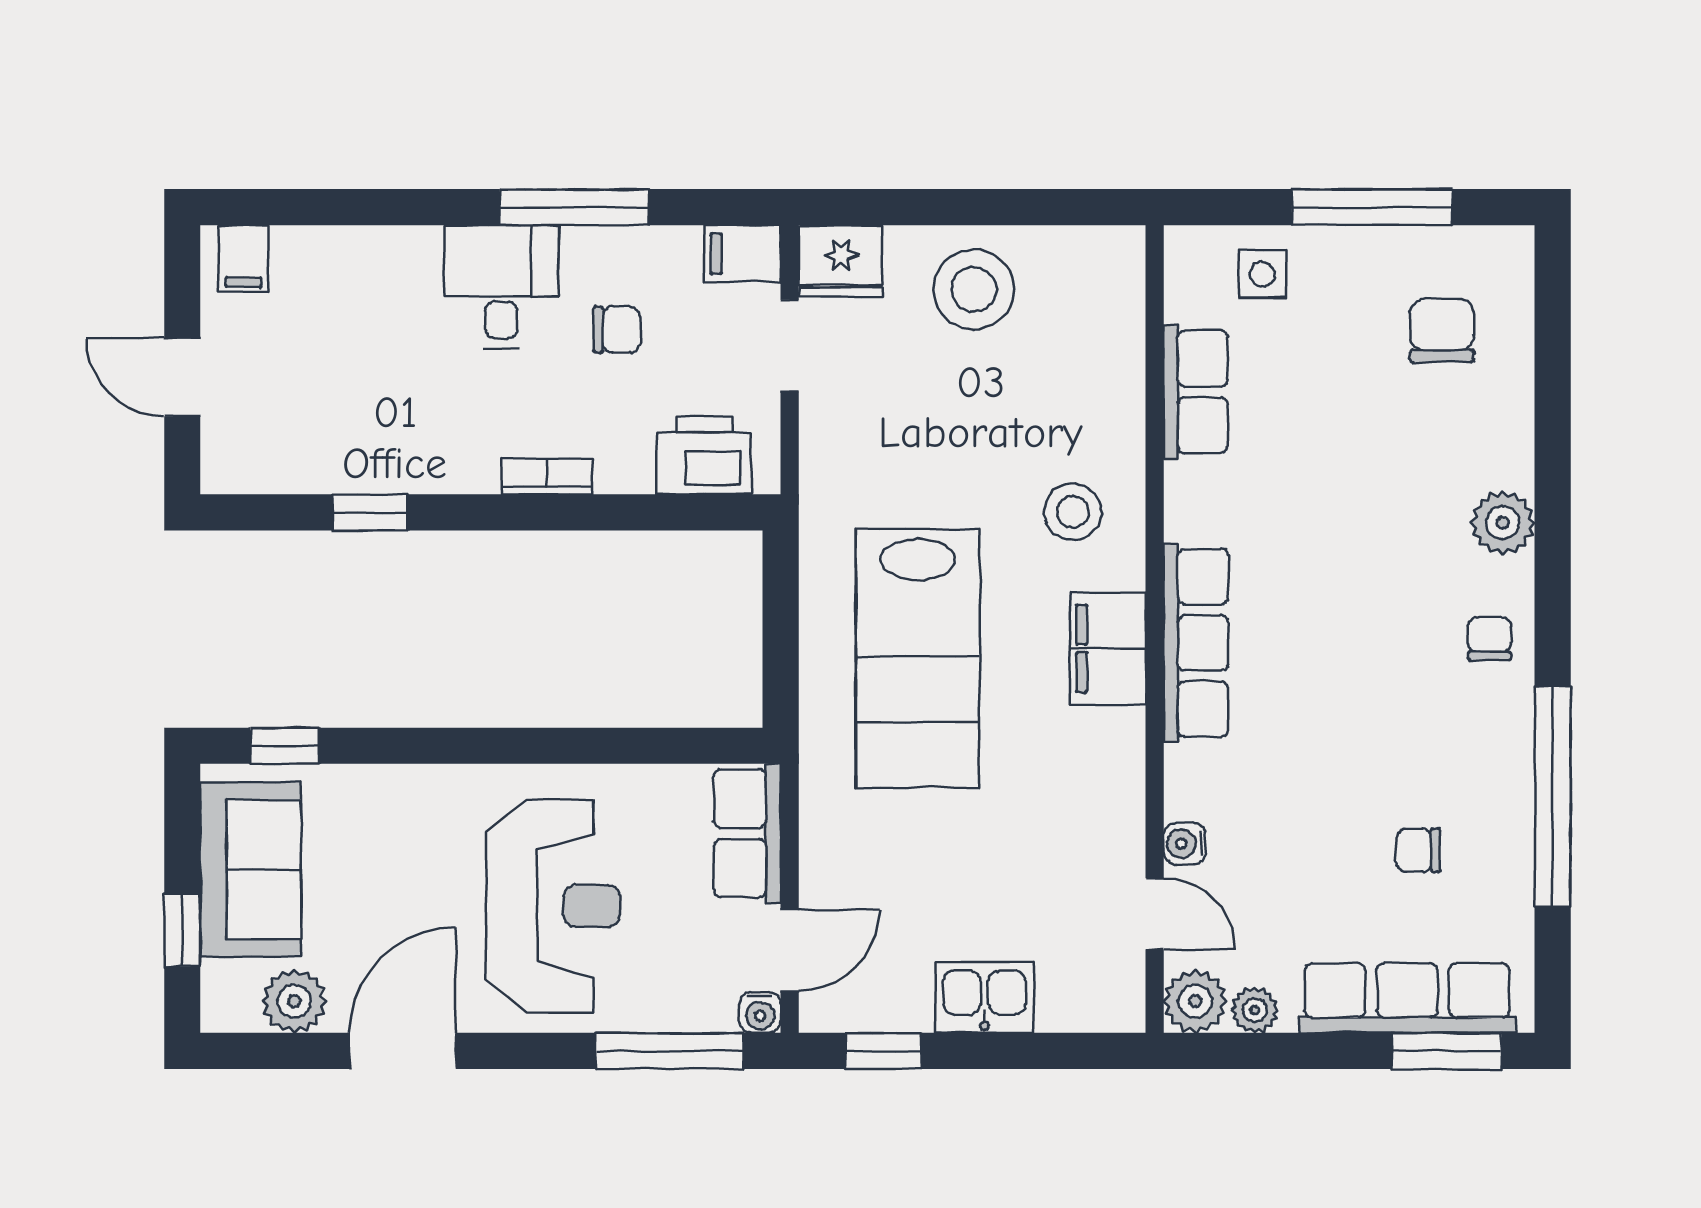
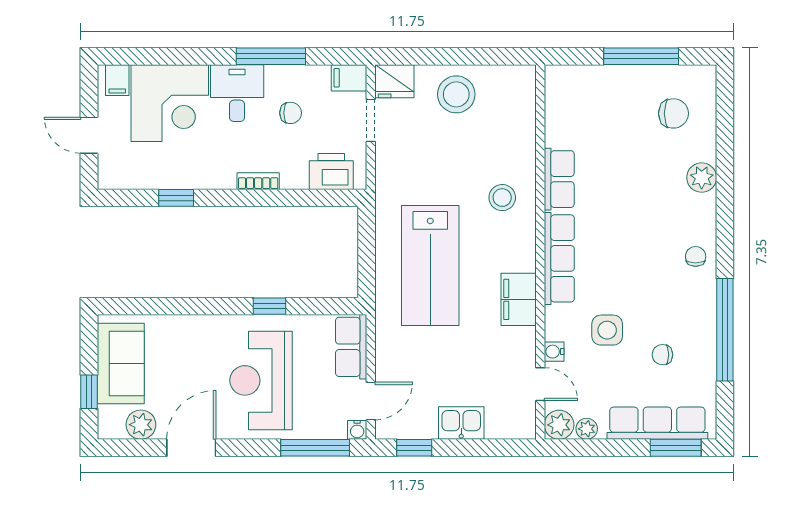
side table: (1262, 274) -> (607, 330), moved, width x1.37, depth x1.37
corner desk: (356, 308) -> (170, 103), added
chair: (1442, 330) -> (674, 113), turned 90
row of seats: (1196, 392) -> (559, 179), moved
plant: (1503, 523) -> (702, 178), moved
filing cabinet: (1108, 648) -> (519, 299), moved
window: (285, 746) -> (270, 306), moved
reception desk: (553, 906) -> (261, 380), turned 180

